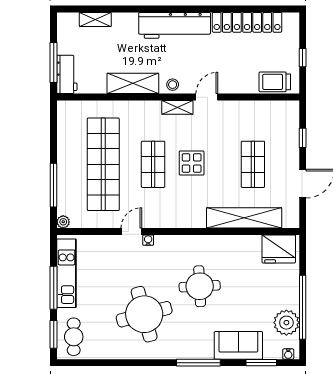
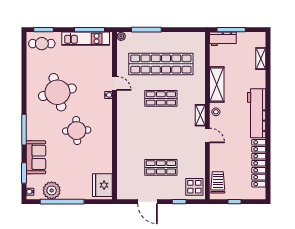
display table: (192, 163) -> (194, 187), moved
shelving: (244, 218) -> (124, 161), removed
window: (54, 288) -> (89, 30), moved

